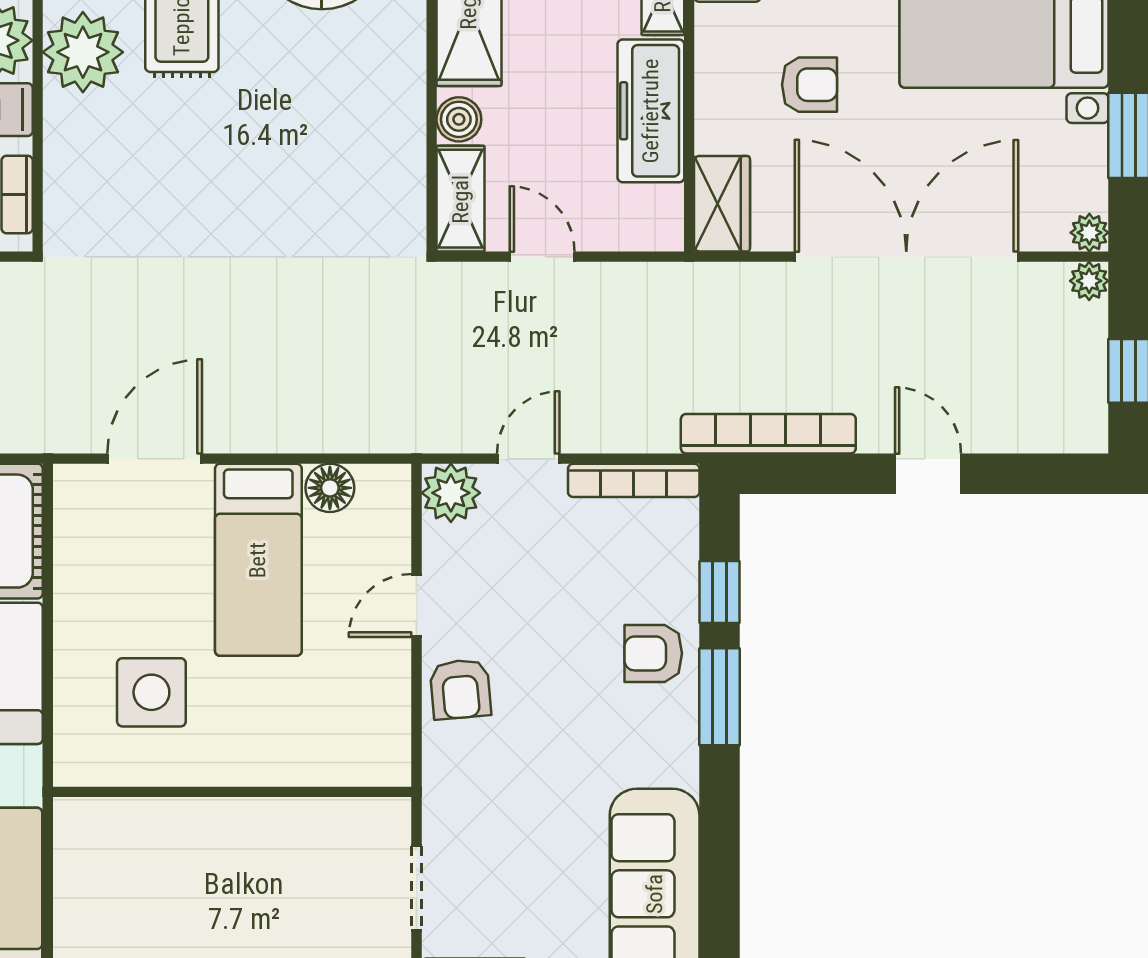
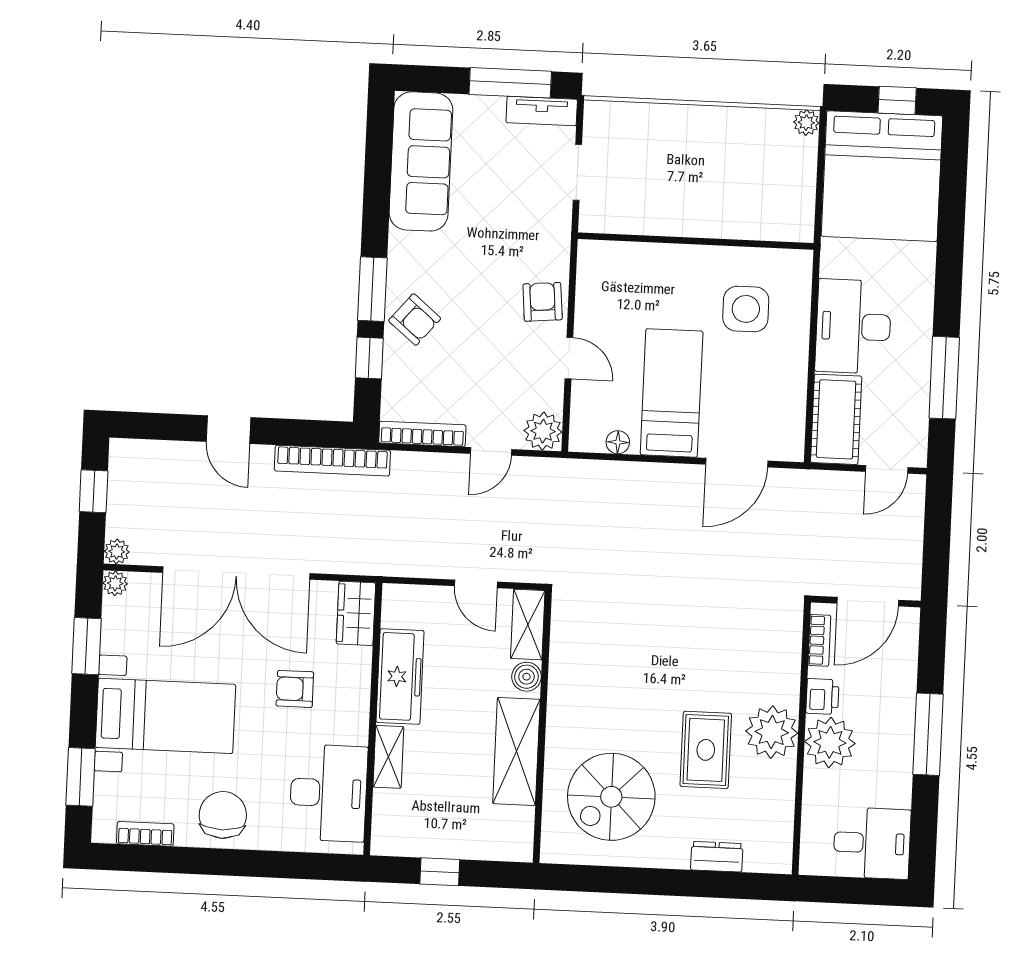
floor lamp: (330, 488) -> (618, 442), width x0.73, depth x0.73
door: (416, 606) -> (569, 358), hinge flipped
armchair: (653, 653) -> (415, 320), turned 40

